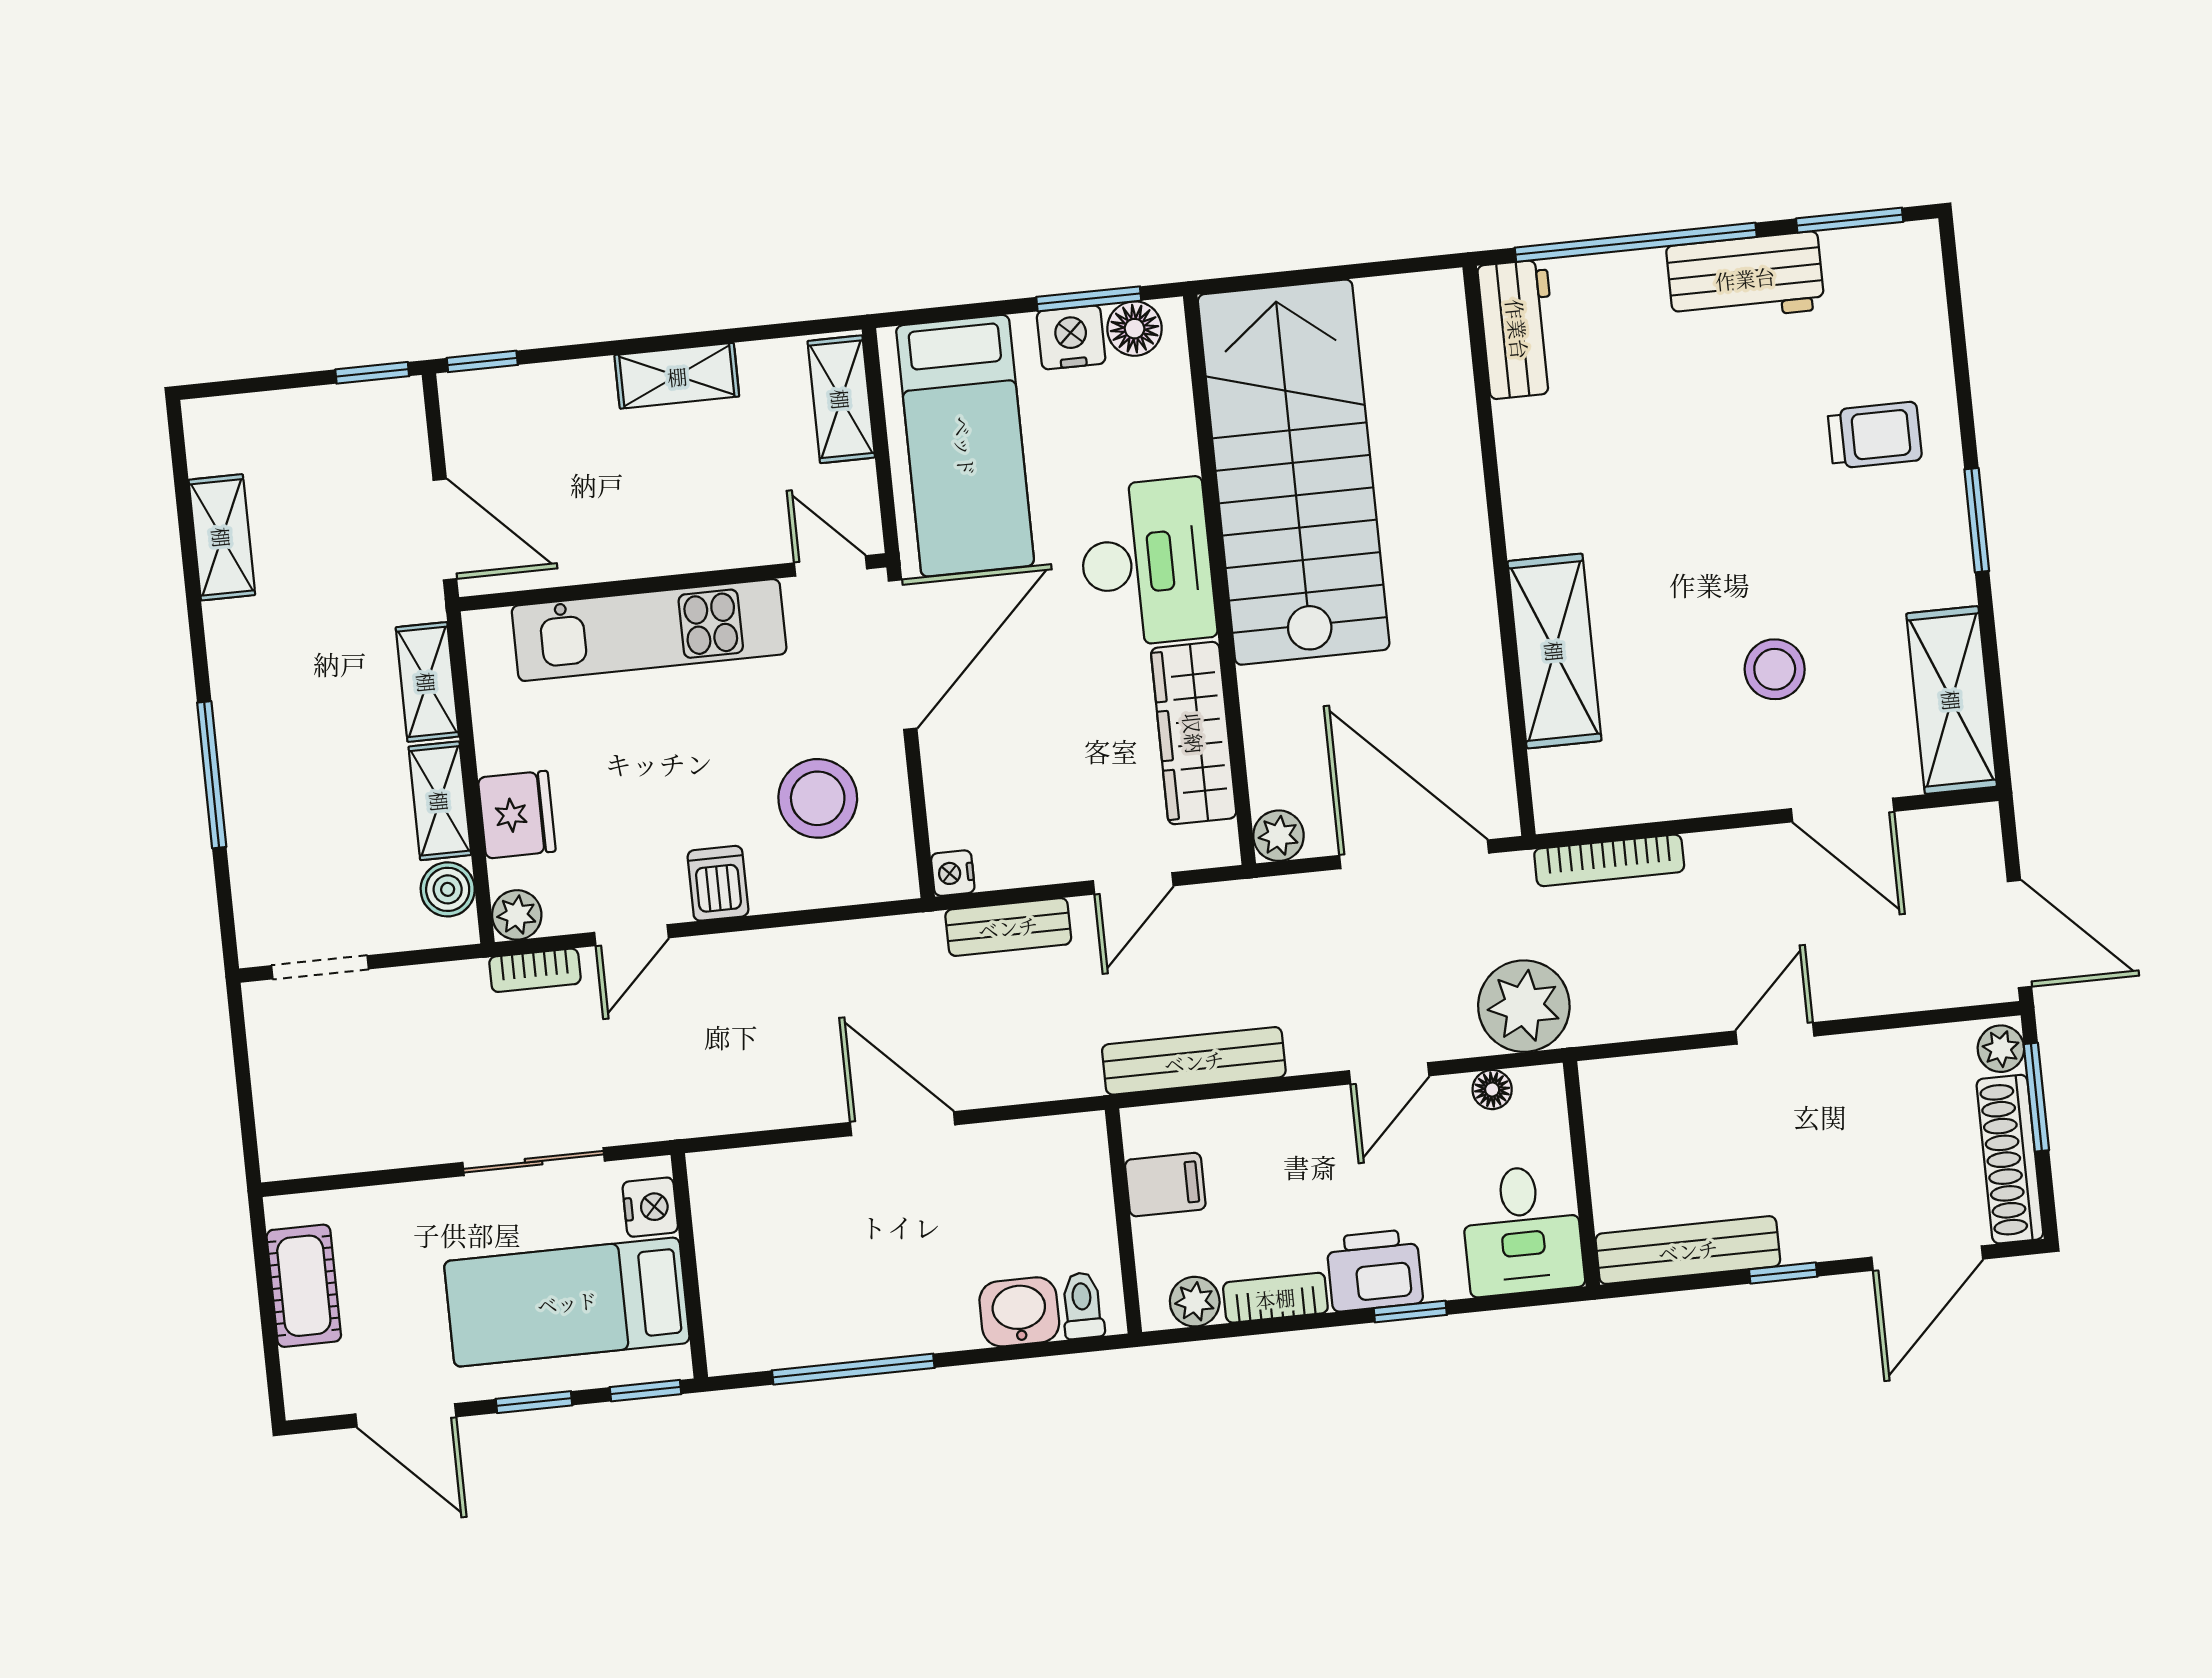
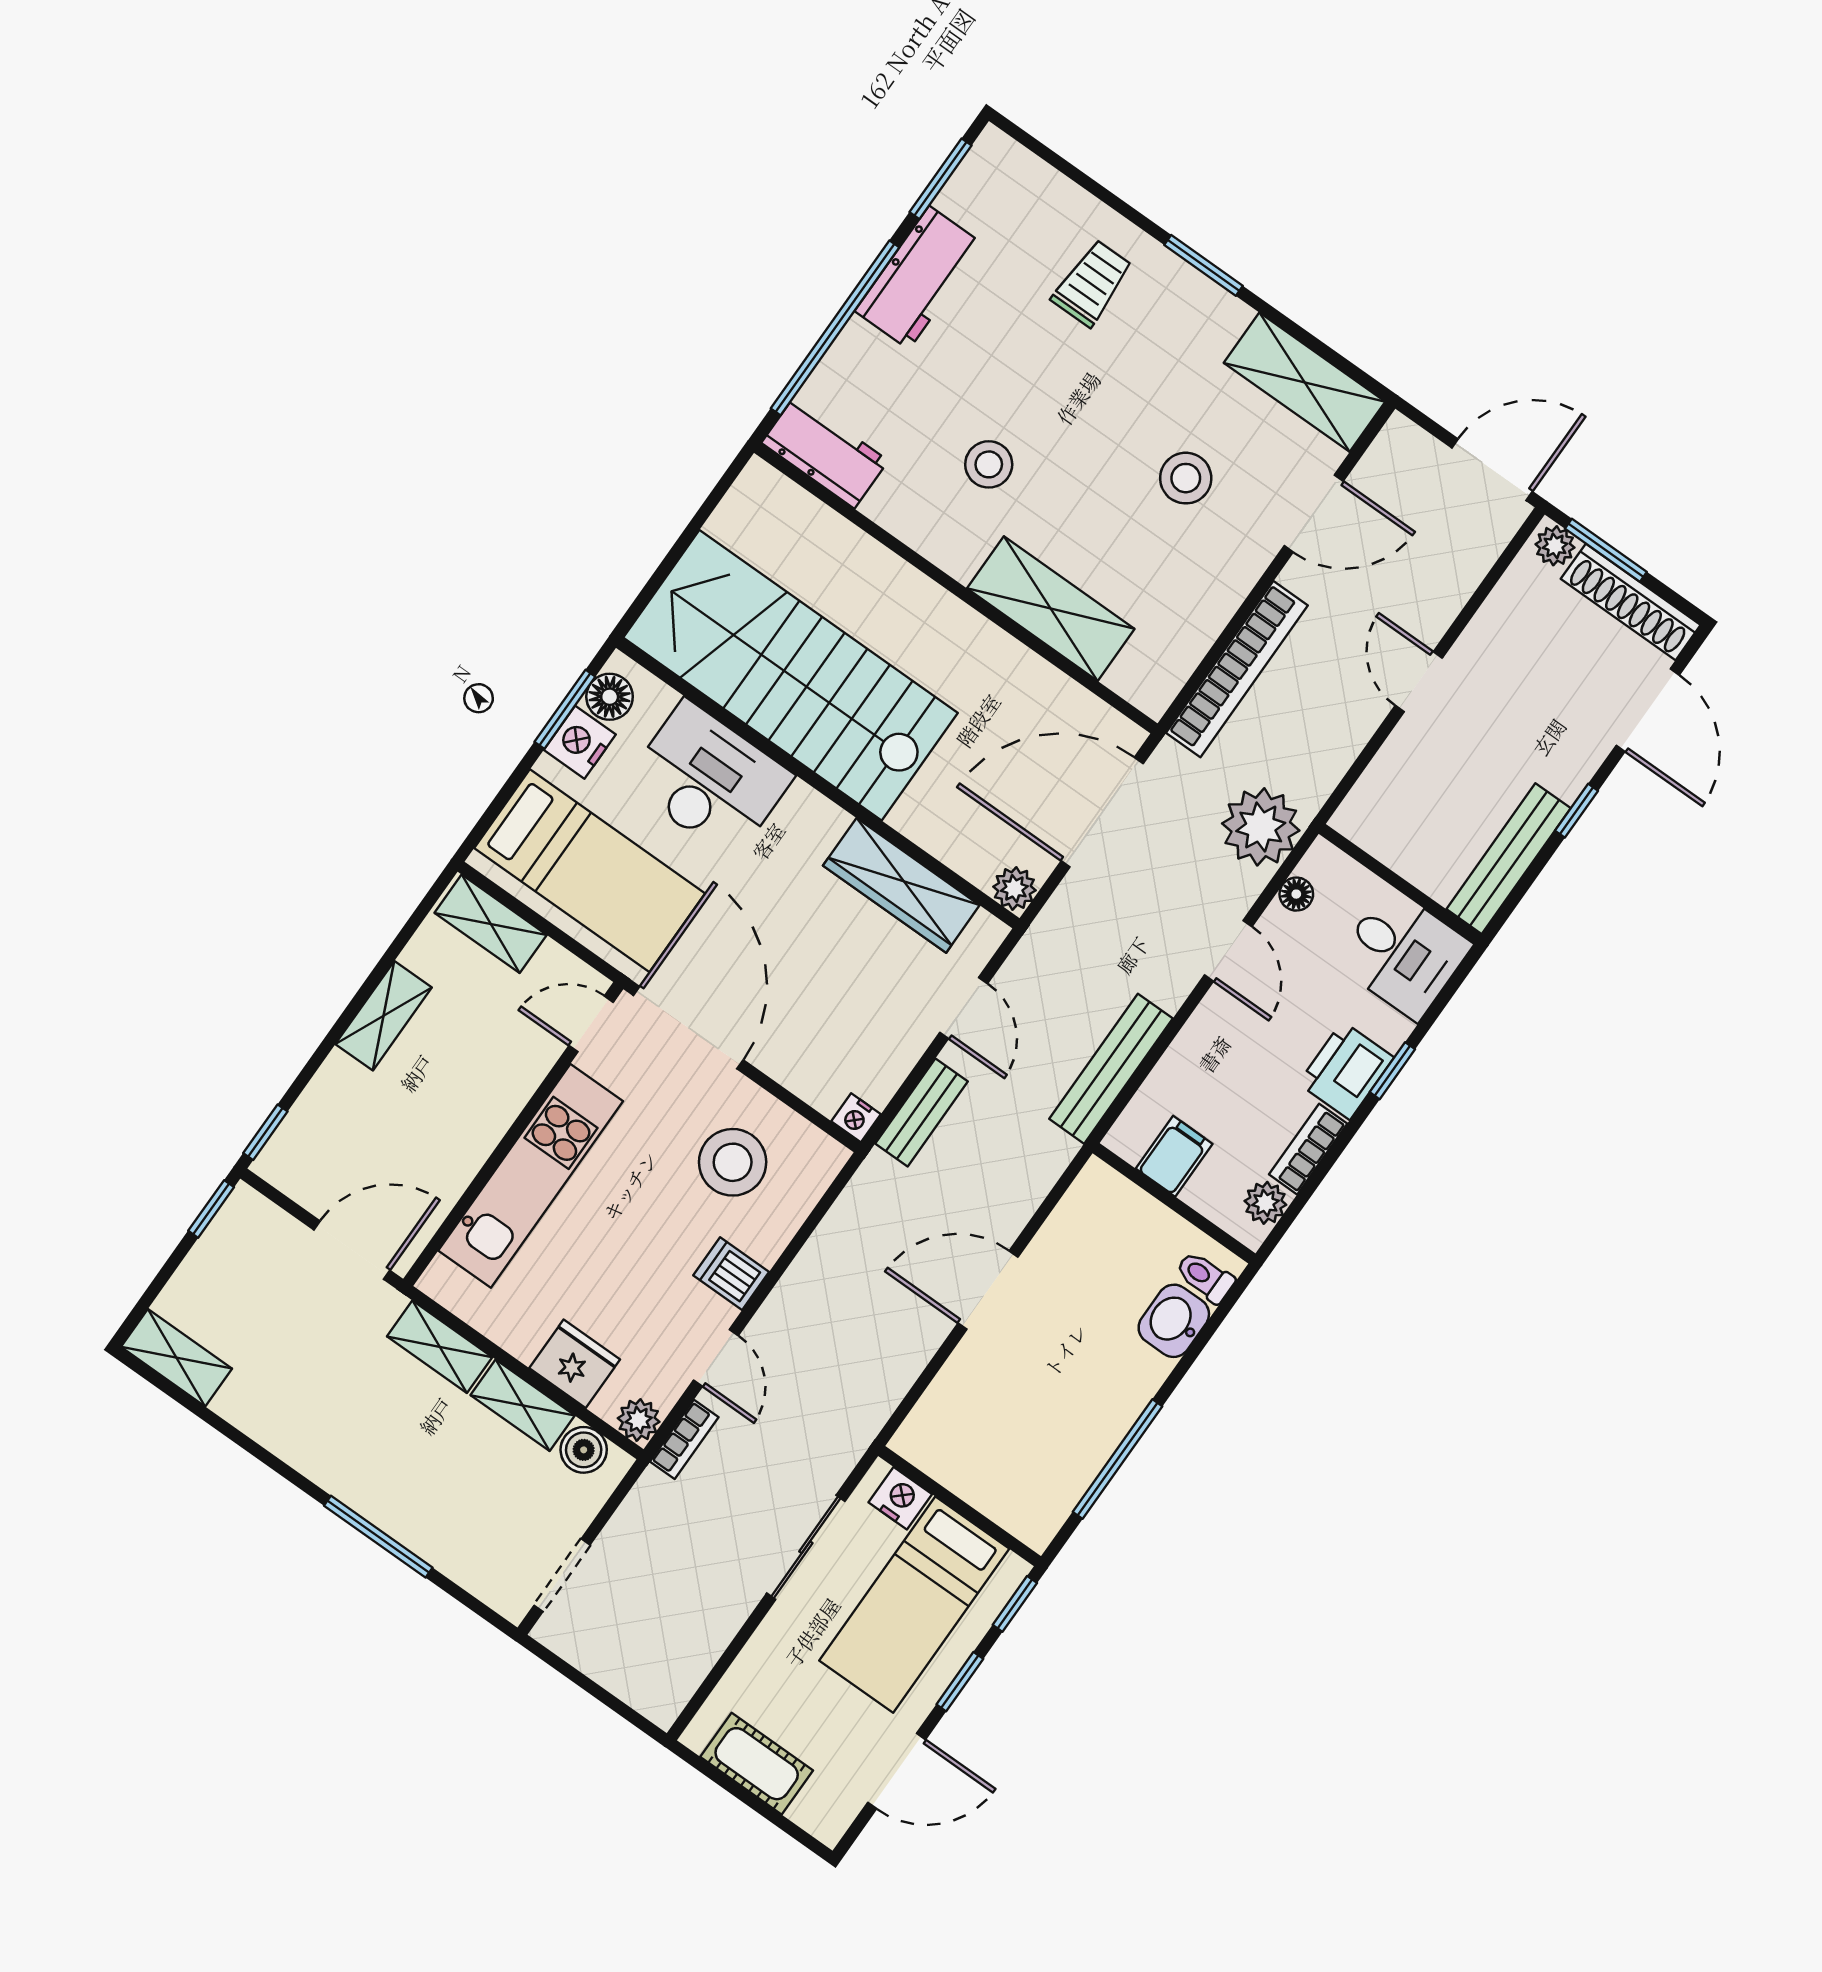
stool: (1634, 484) -> (989, 464), added
shelving: (222, 537) -> (177, 1358), moved
desk: (1147, 563) -> (709, 780), moved
bookcase: (1609, 860) -> (1237, 669), width x1.48, depth x1.31

